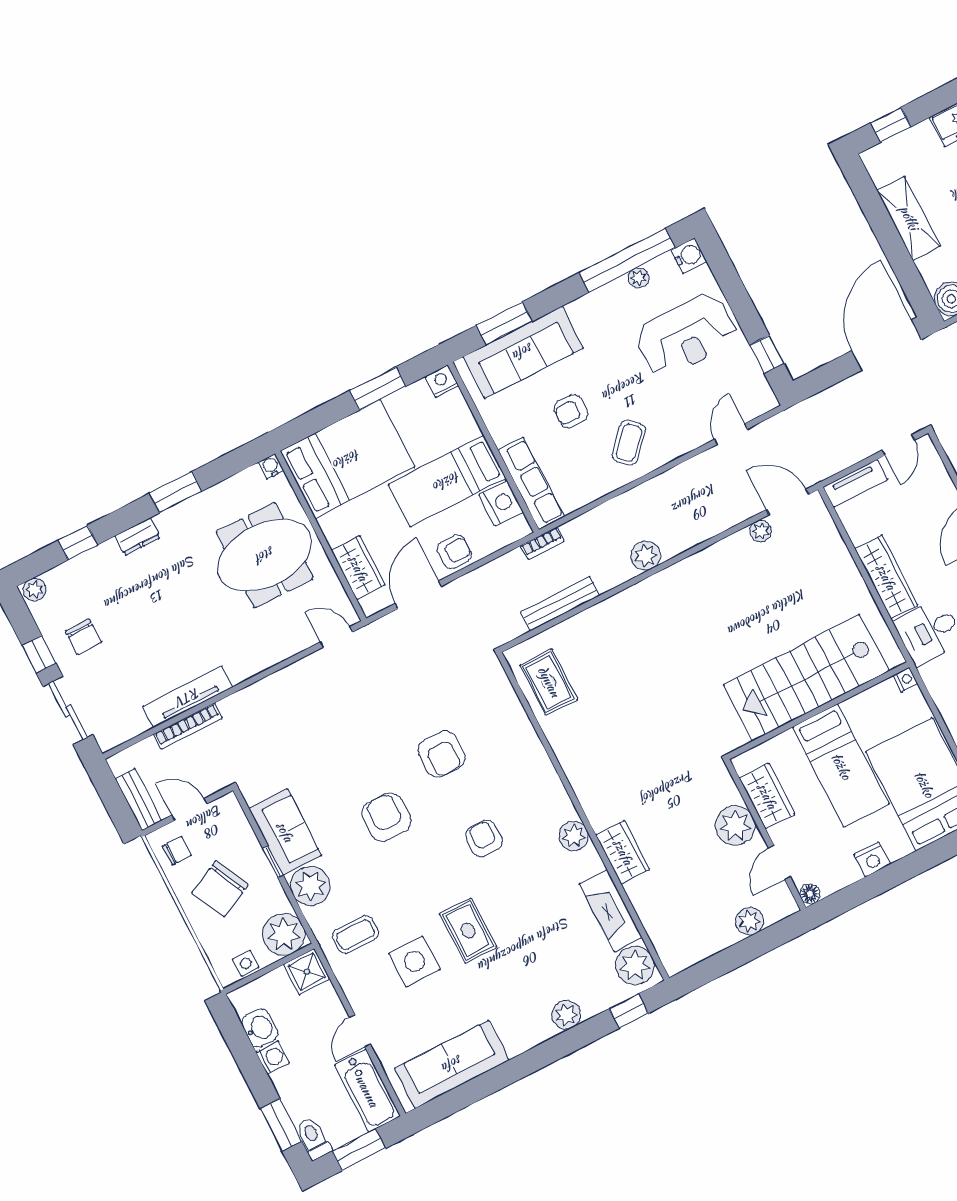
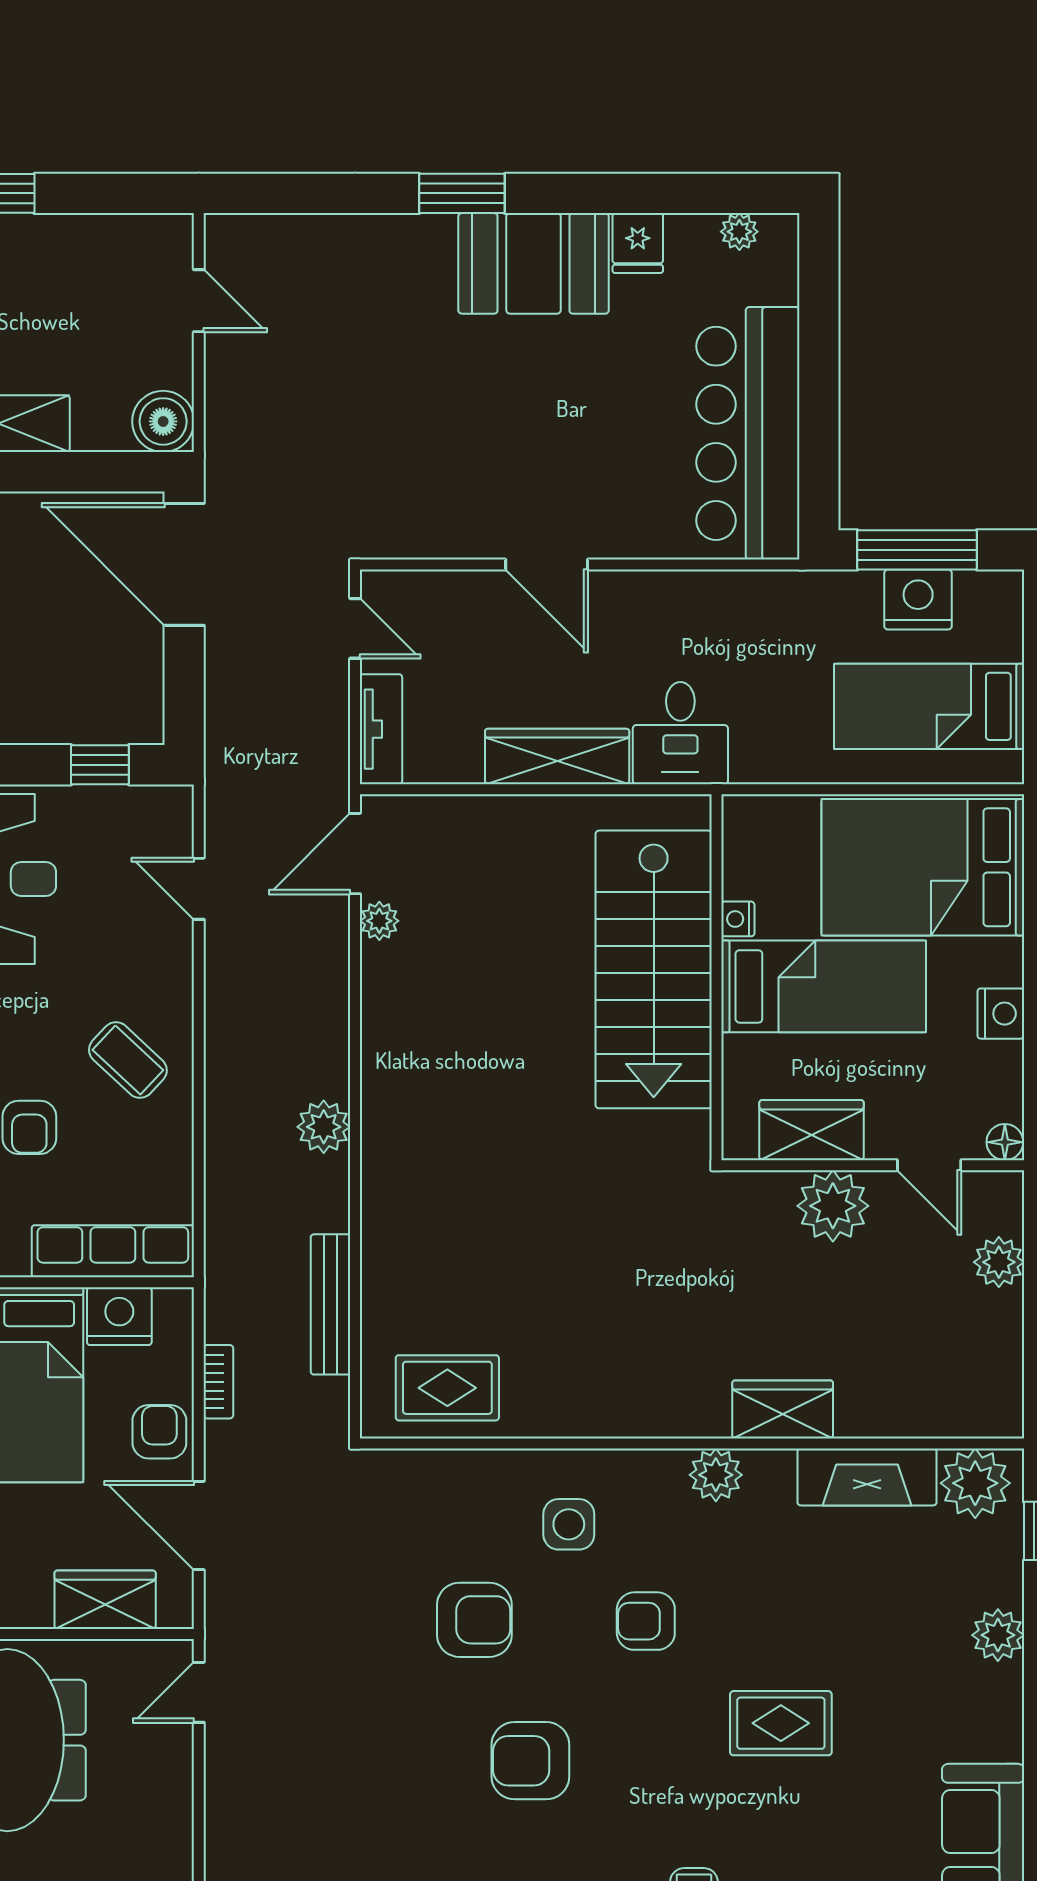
bookcase: (542, 543) -> (218, 1382), moved
nightstand: (906, 680) -> (738, 919), moved, turned -90
side table: (414, 961) -> (569, 1524), moved, width x0.73, depth x0.73

